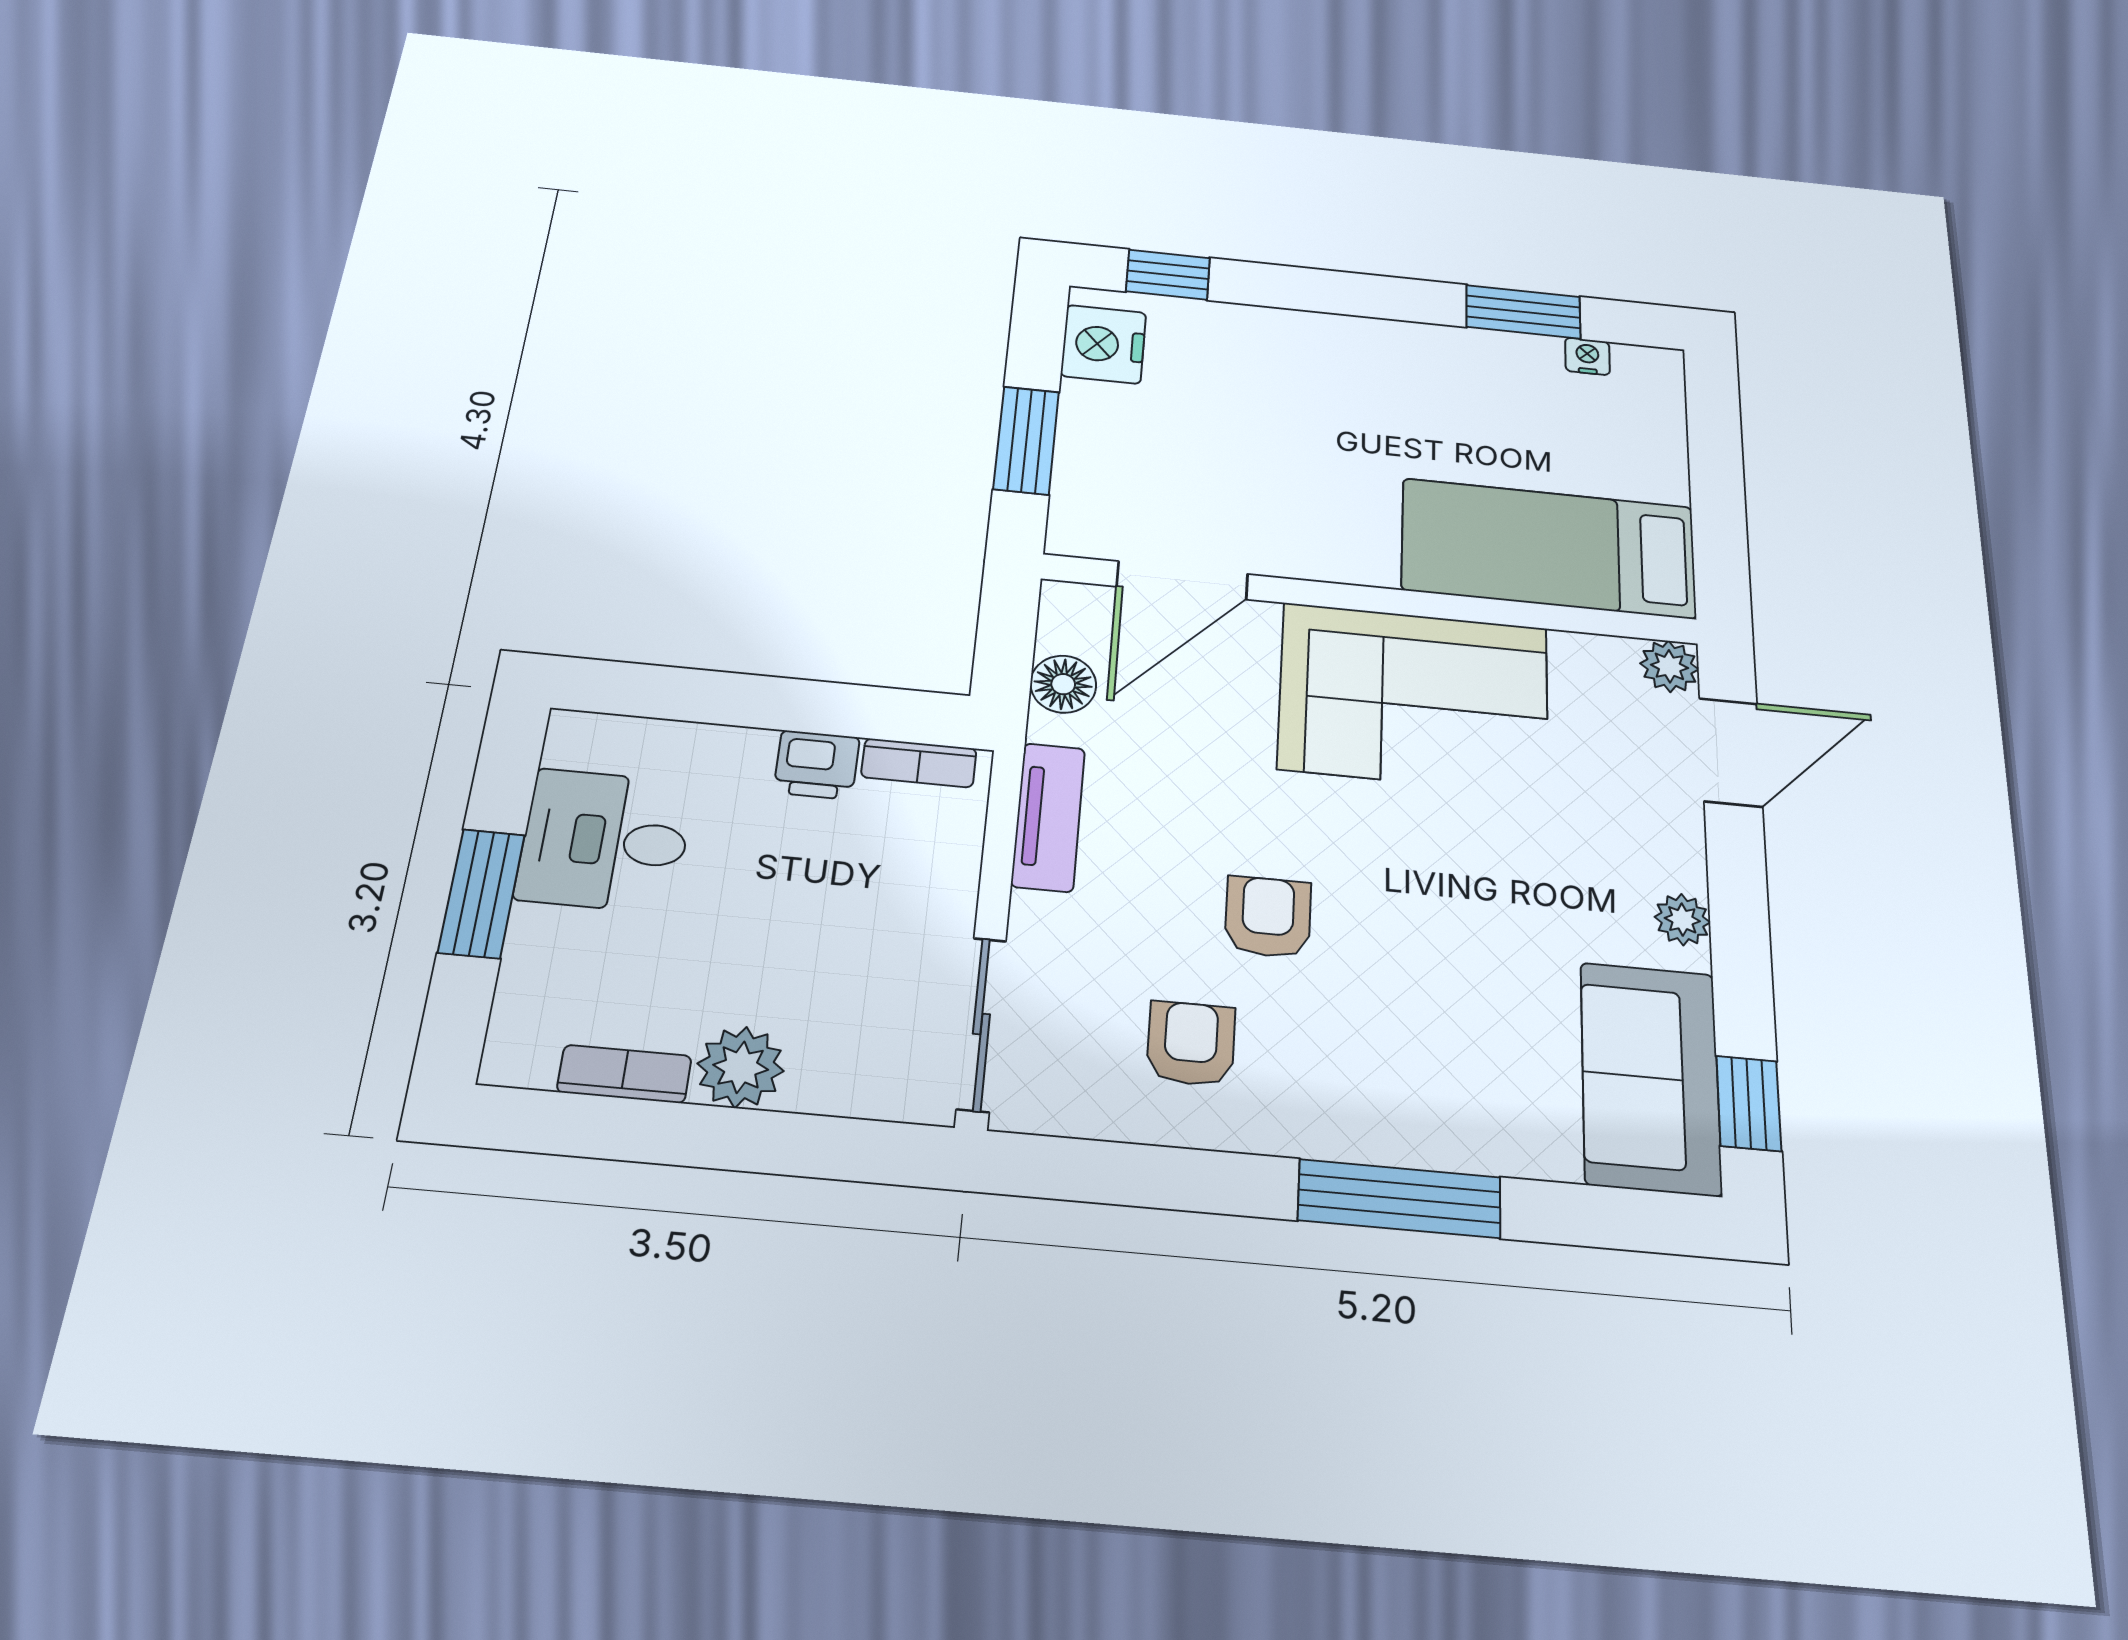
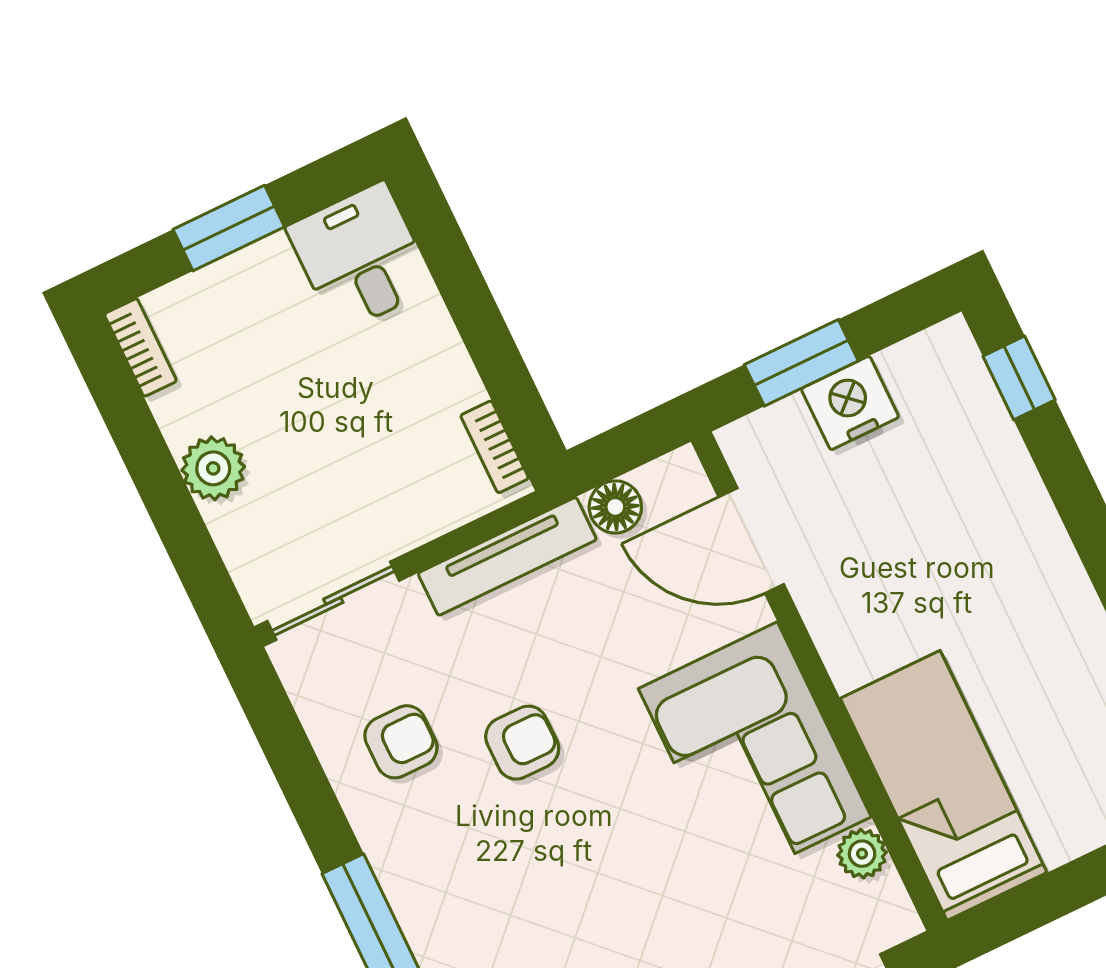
nightstand: (1103, 344) -> (850, 403), moved
plant: (1669, 666) -> (862, 854), moved
printer: (817, 765) -> (451, 381), removed
tv unit: (1048, 817) -> (507, 556), width x1.41
desk: (605, 841) -> (361, 257), moved
bookcase: (624, 1074) -> (140, 347), moved

